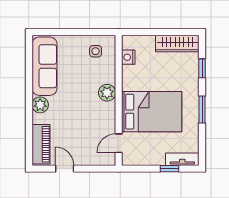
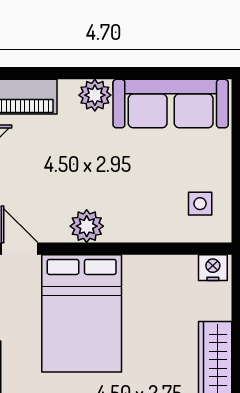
nightstand: (128, 57) -> (213, 268), moved
plant: (107, 93) -> (87, 226), moved

